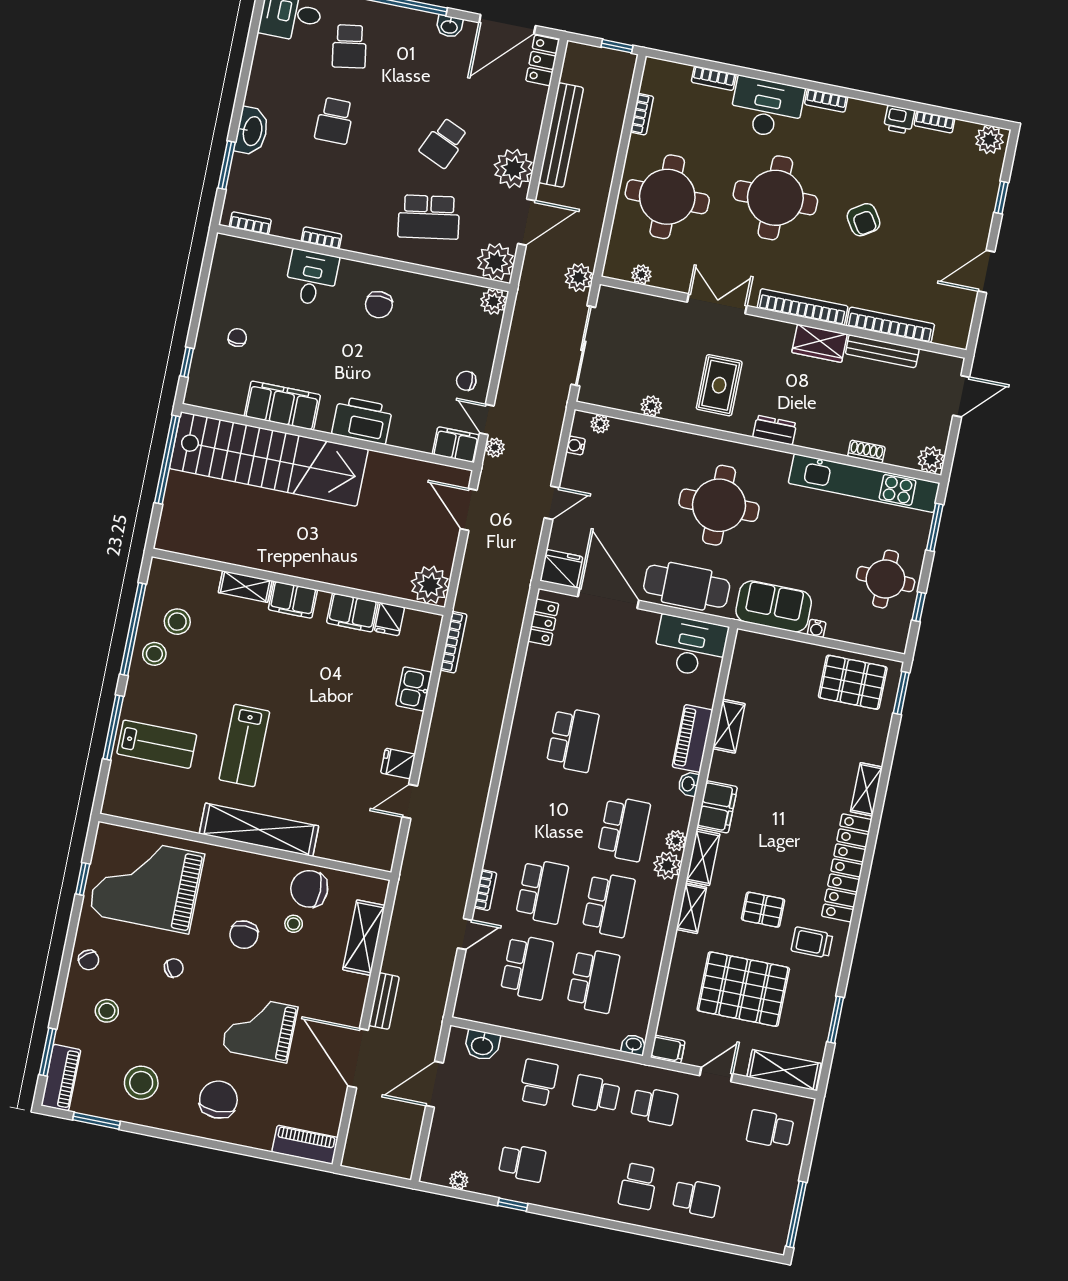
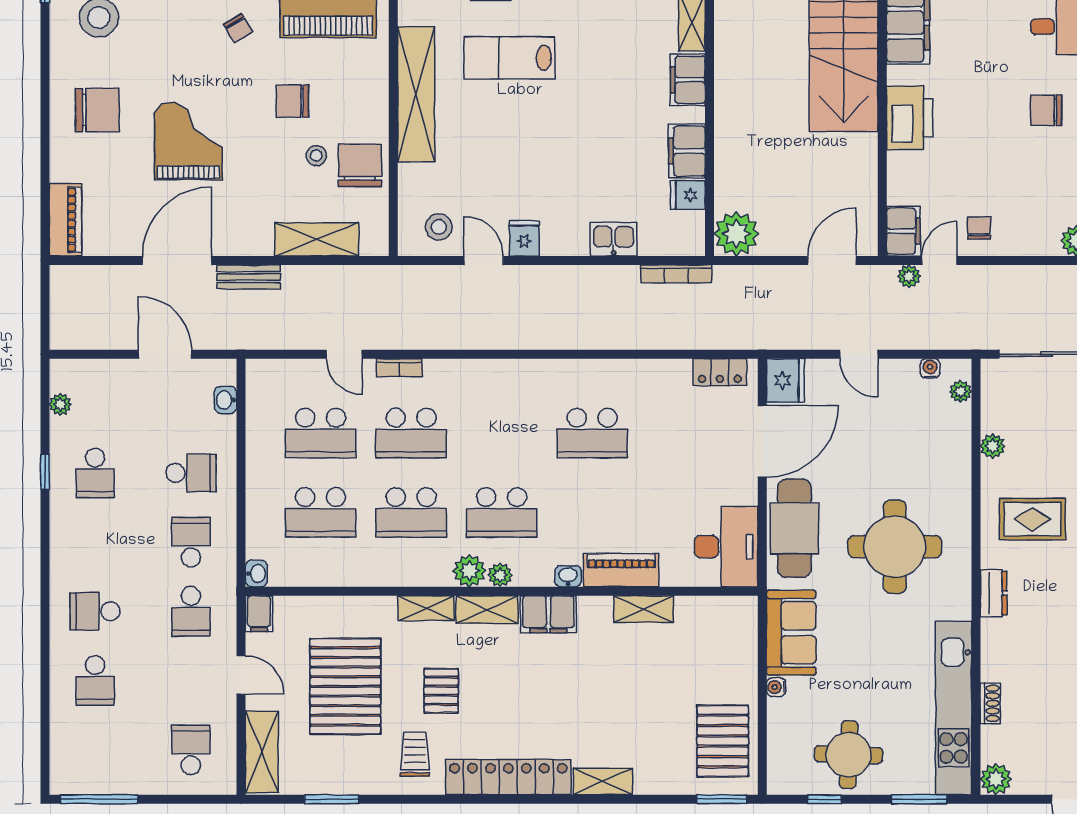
stool: (374, 833) -> (439, 227), added
washbasin: (482, 1045) -> (226, 400), width x0.72, depth x0.69

